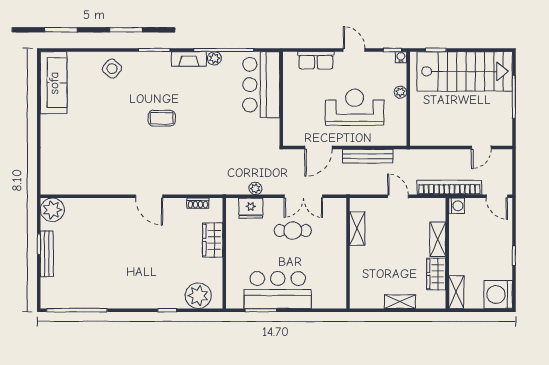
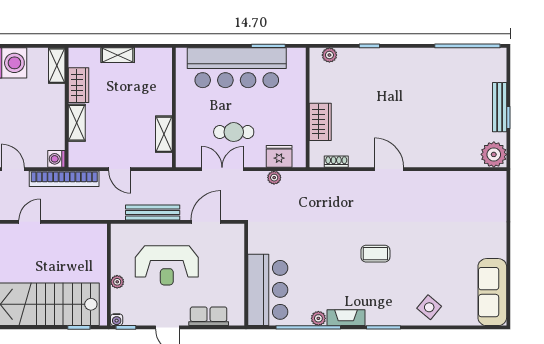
bar counter: (278, 290) -> (237, 68), width x1.36
plant: (198, 296) -> (329, 55), width x0.53, depth x0.53

